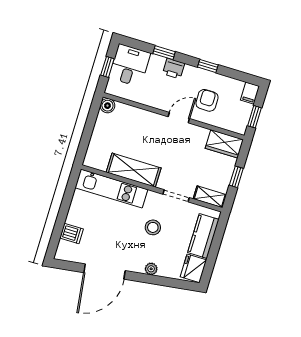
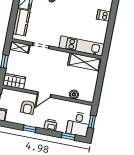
window: (164, 53) -> (68, 136), moved
boiler: (107, 106) -> (74, 94), moved
shelving: (134, 170) -> (85, 62), moved
stool: (153, 227) -> (53, 24), removed

